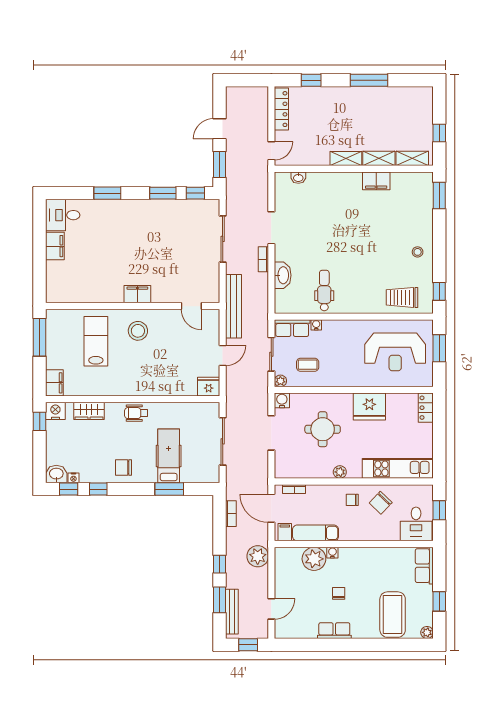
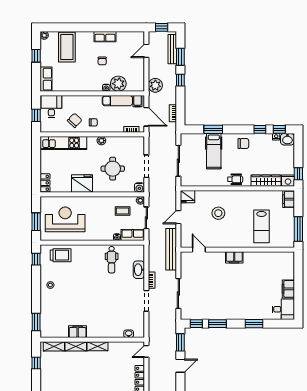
stool: (138, 331) -> (218, 213), moved
wardrobe: (89, 411) -> (266, 181), width x1.50

